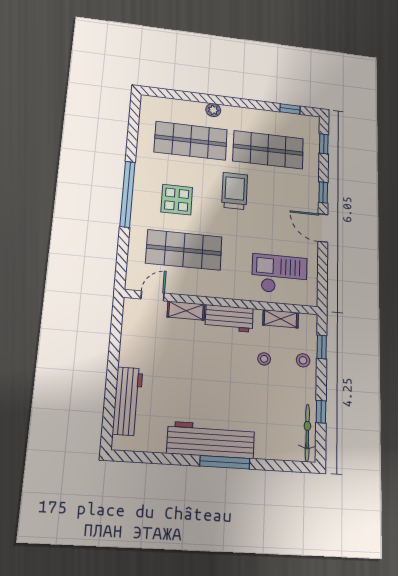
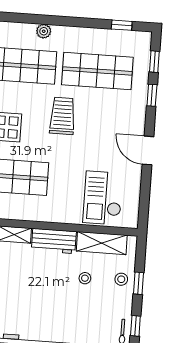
window: (323, 192) -> (152, 95), moved
checkout: (280, 274) -> (103, 198), turned -90
shelving: (281, 319) -> (102, 243), width x1.50, depth x1.33
window: (322, 347) -> (138, 283), moved

